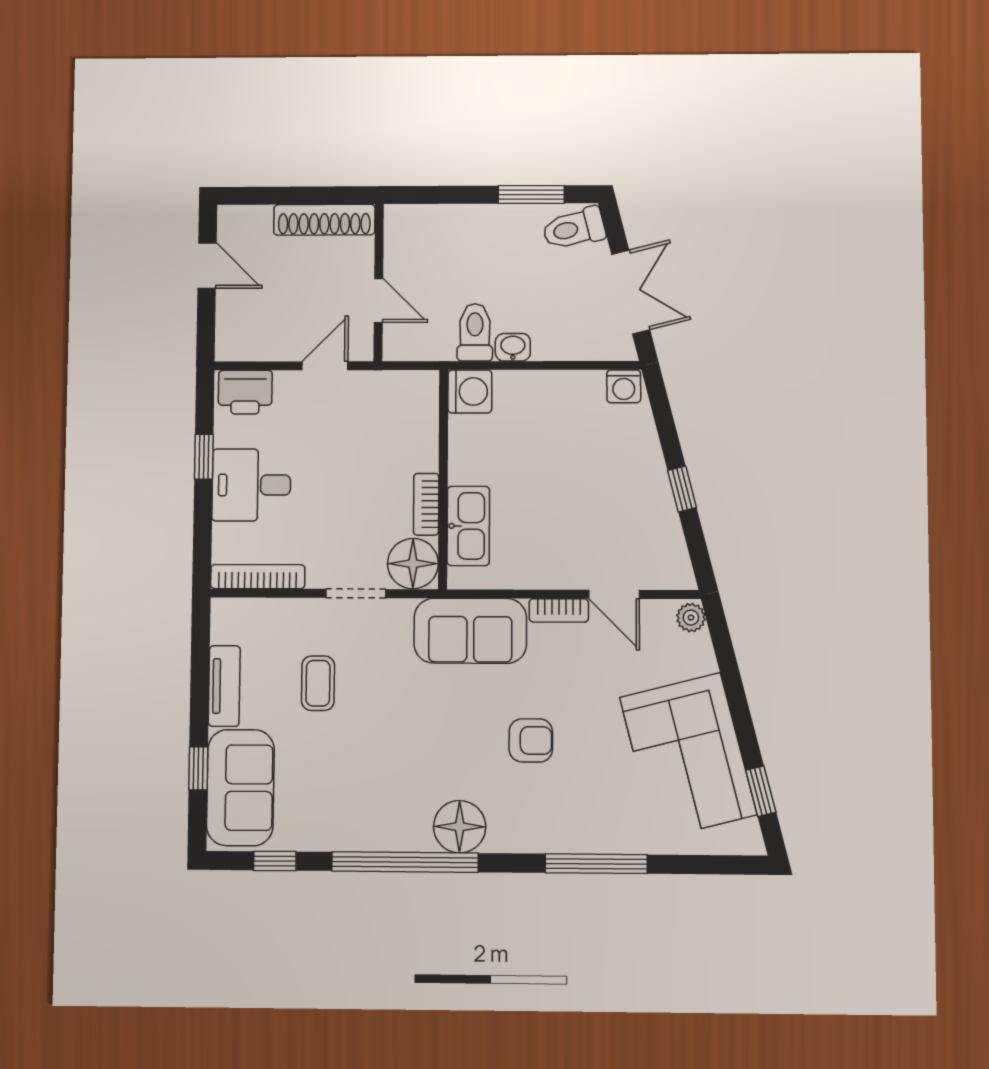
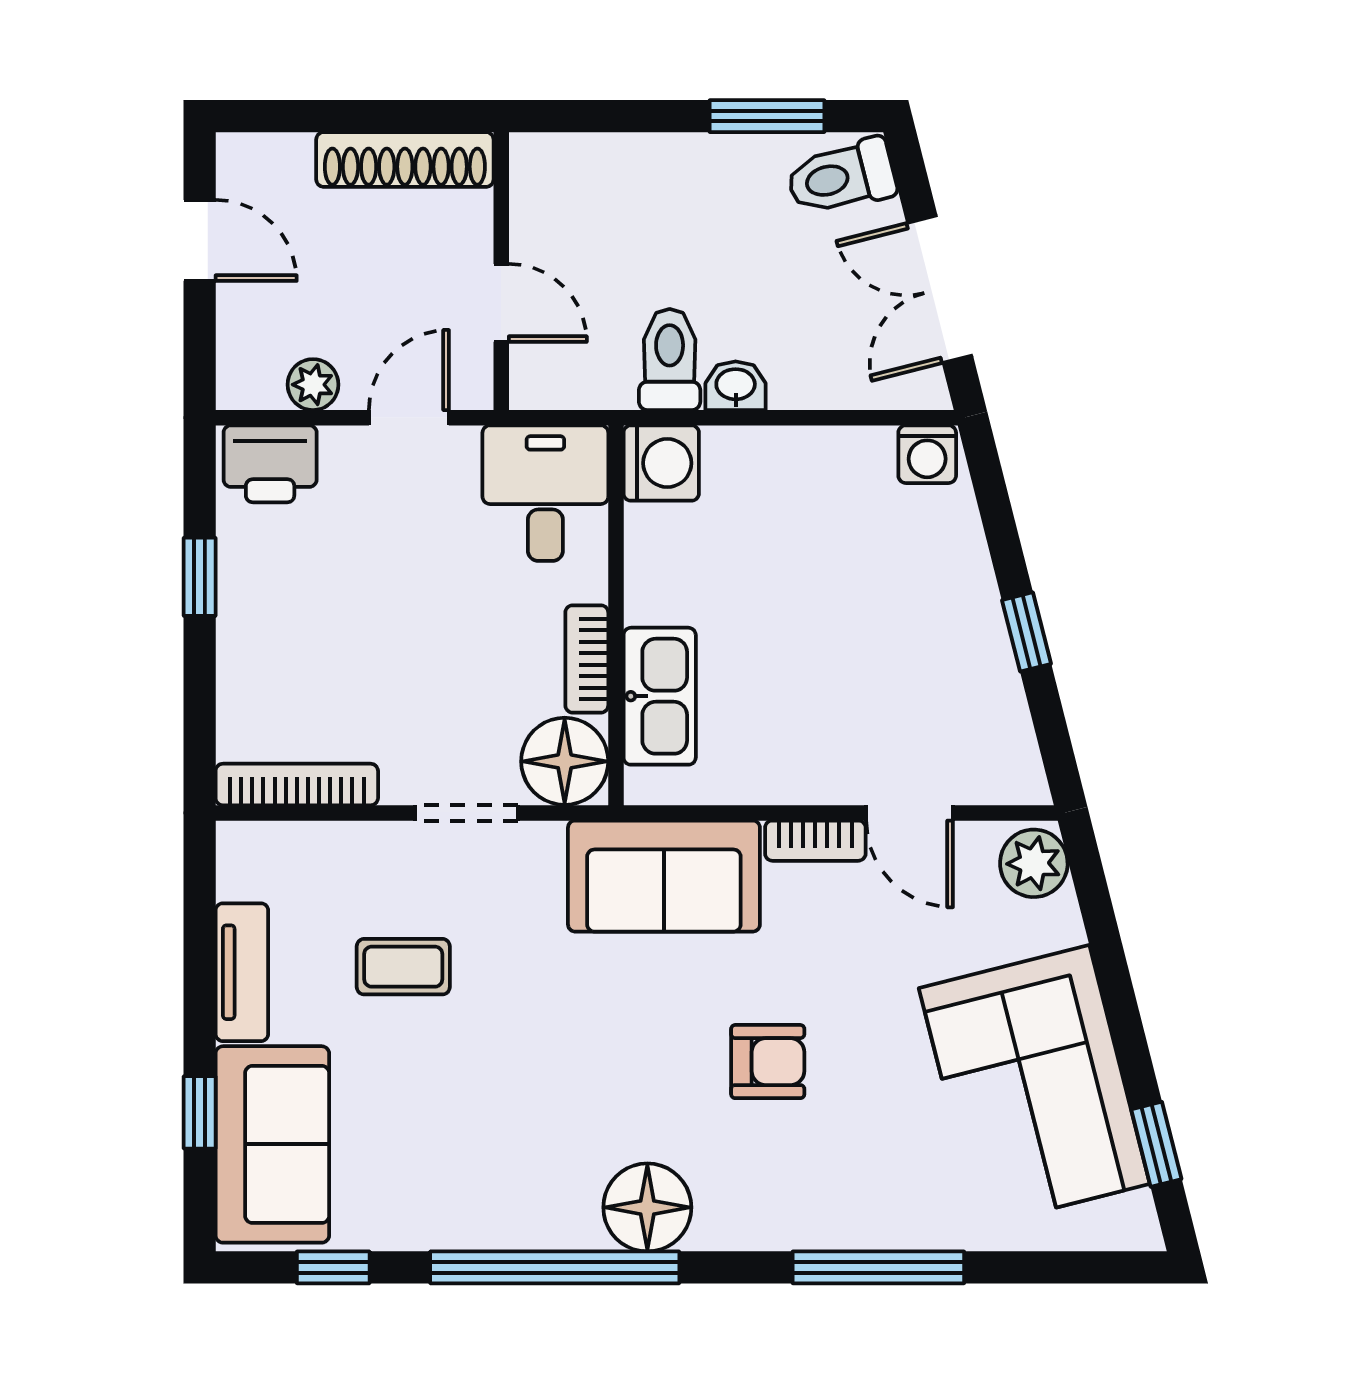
double door: (631, 292) -> (940, 289), swing flipped
plant: (270, 347) -> (313, 385), added
desk: (251, 485) -> (545, 493), moved, turned 90
plant: (691, 618) -> (1034, 863), width x1.38, depth x1.38
coffee table: (318, 683) -> (403, 967), turned 90

